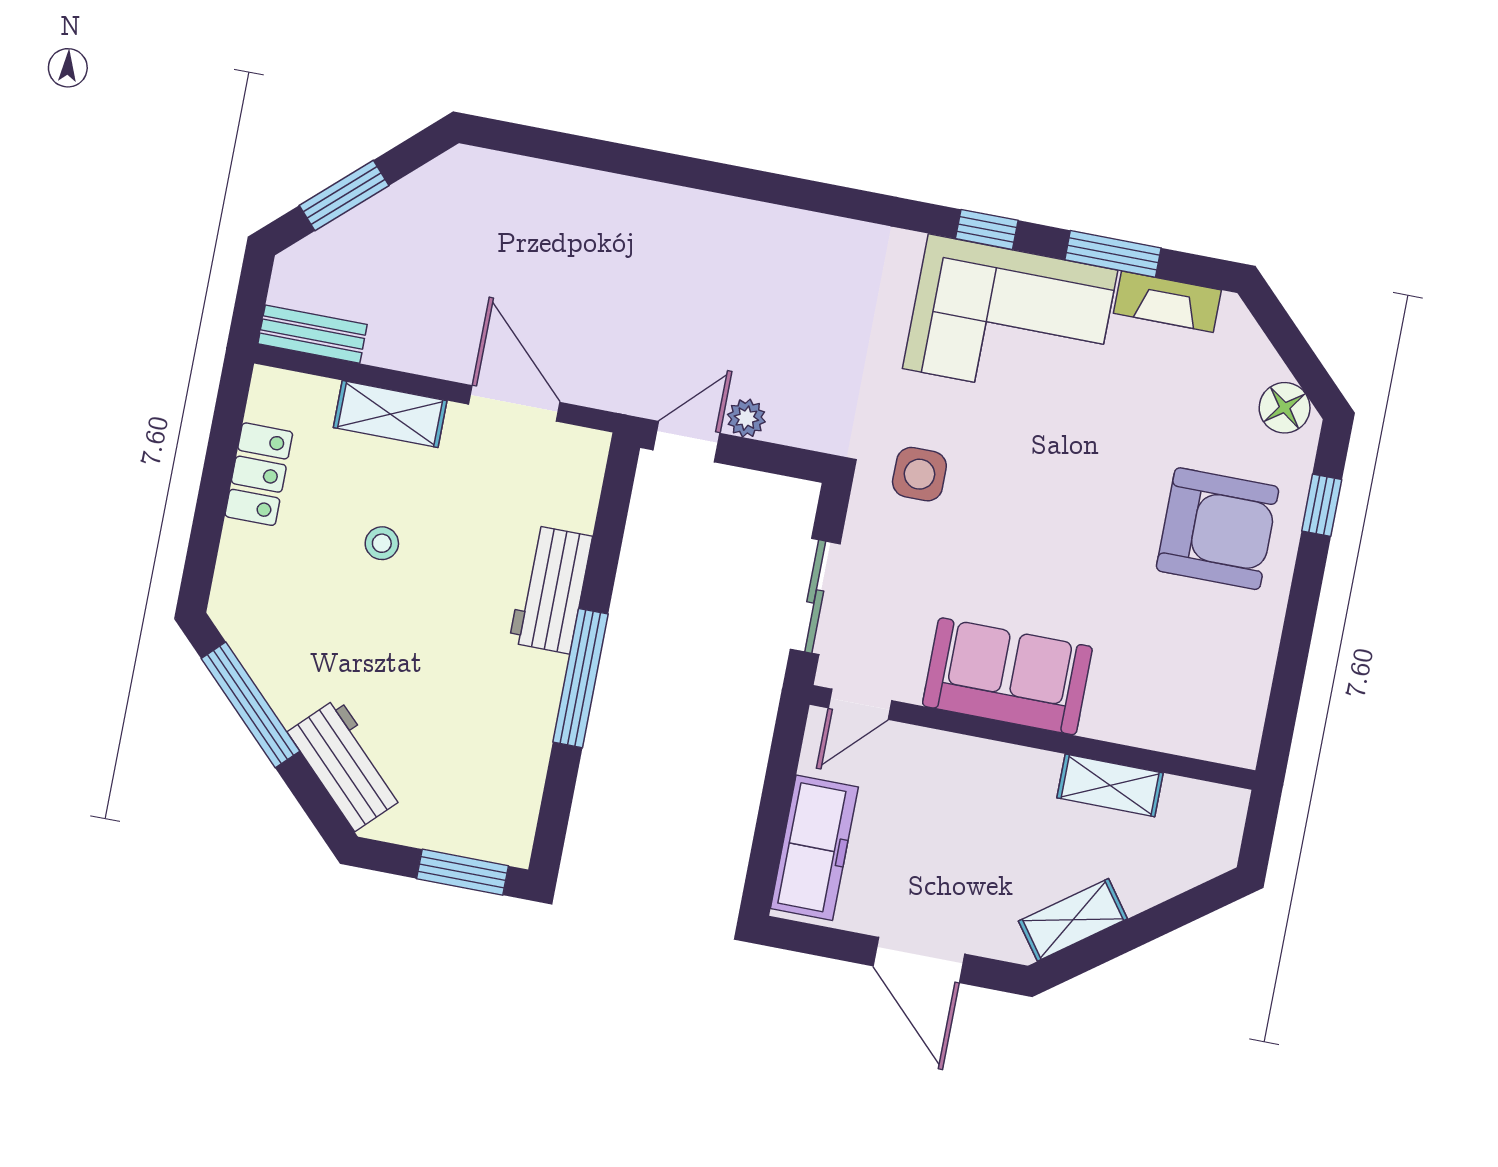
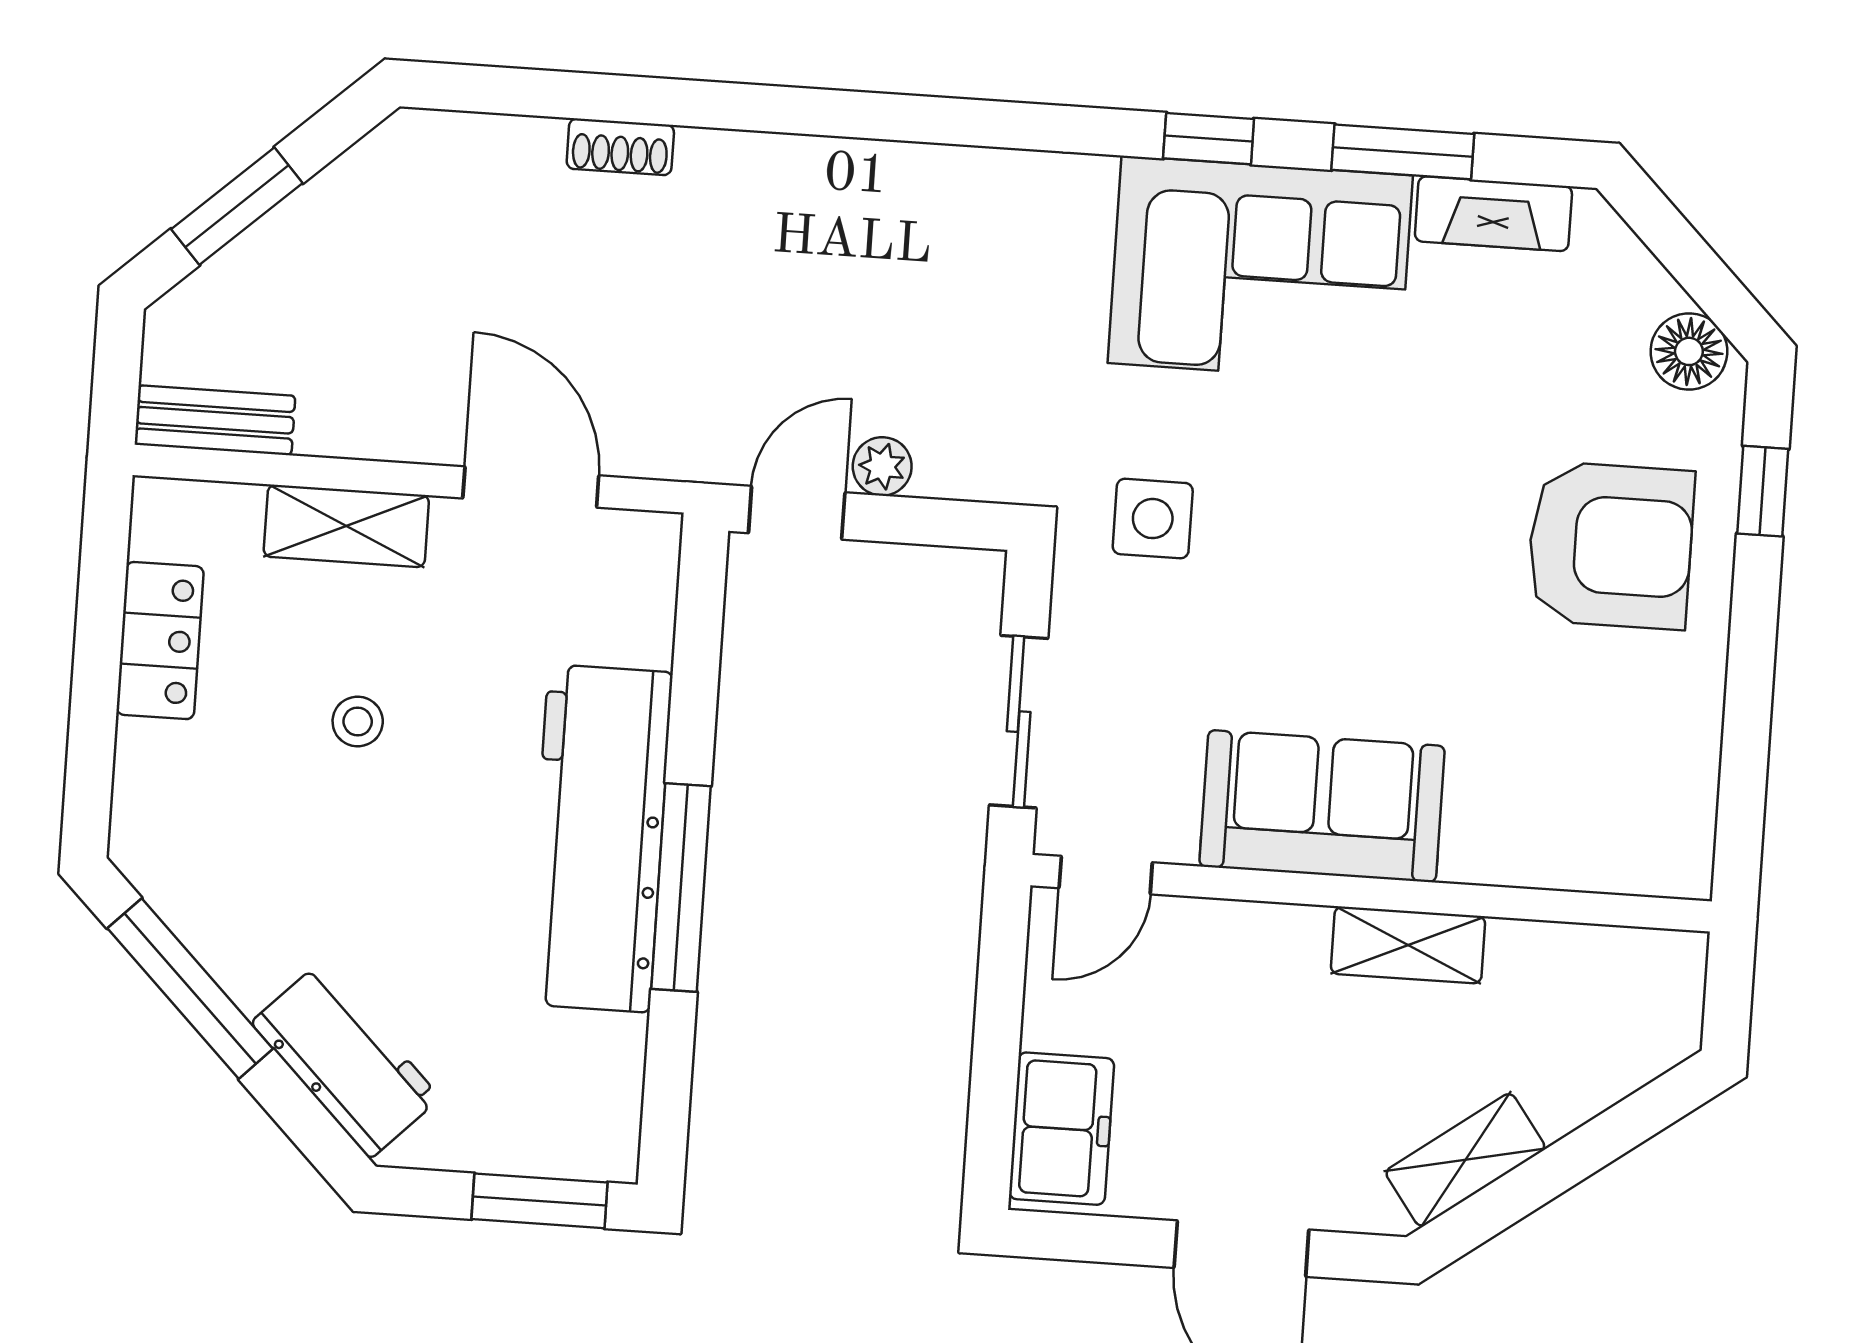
shoe rack: (600, 187) -> (620, 147), added
workbench: (551, 589) -> (599, 838), width x1.88, depth x1.32
shelving: (1110, 785) -> (1408, 945), moved
freezer: (814, 848) -> (1062, 1129), width x0.71

